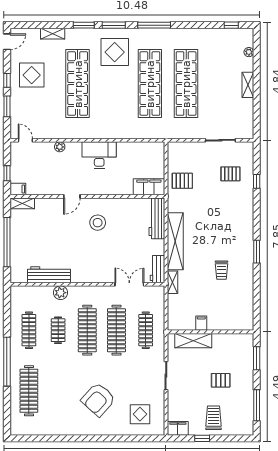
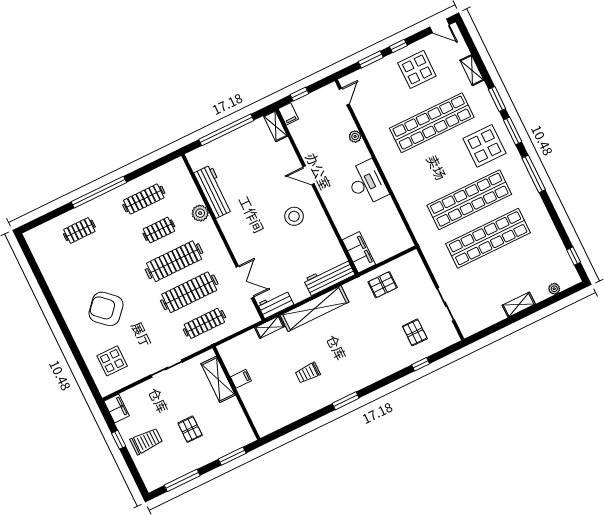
pallet: (182, 181) -> (383, 285), turned 90
clothes rail: (29, 391) -> (79, 230), width x0.54, depth x0.76

